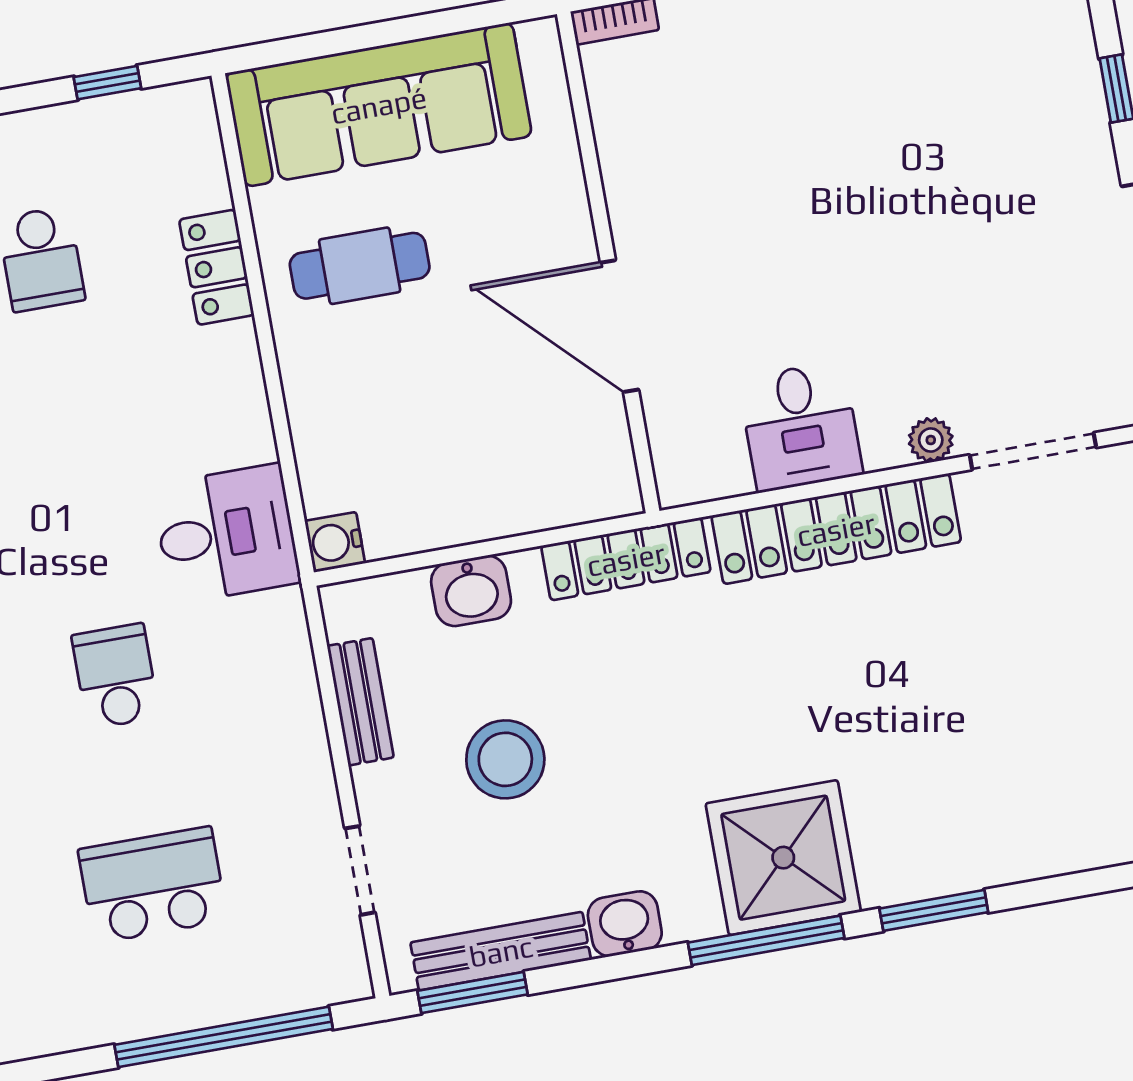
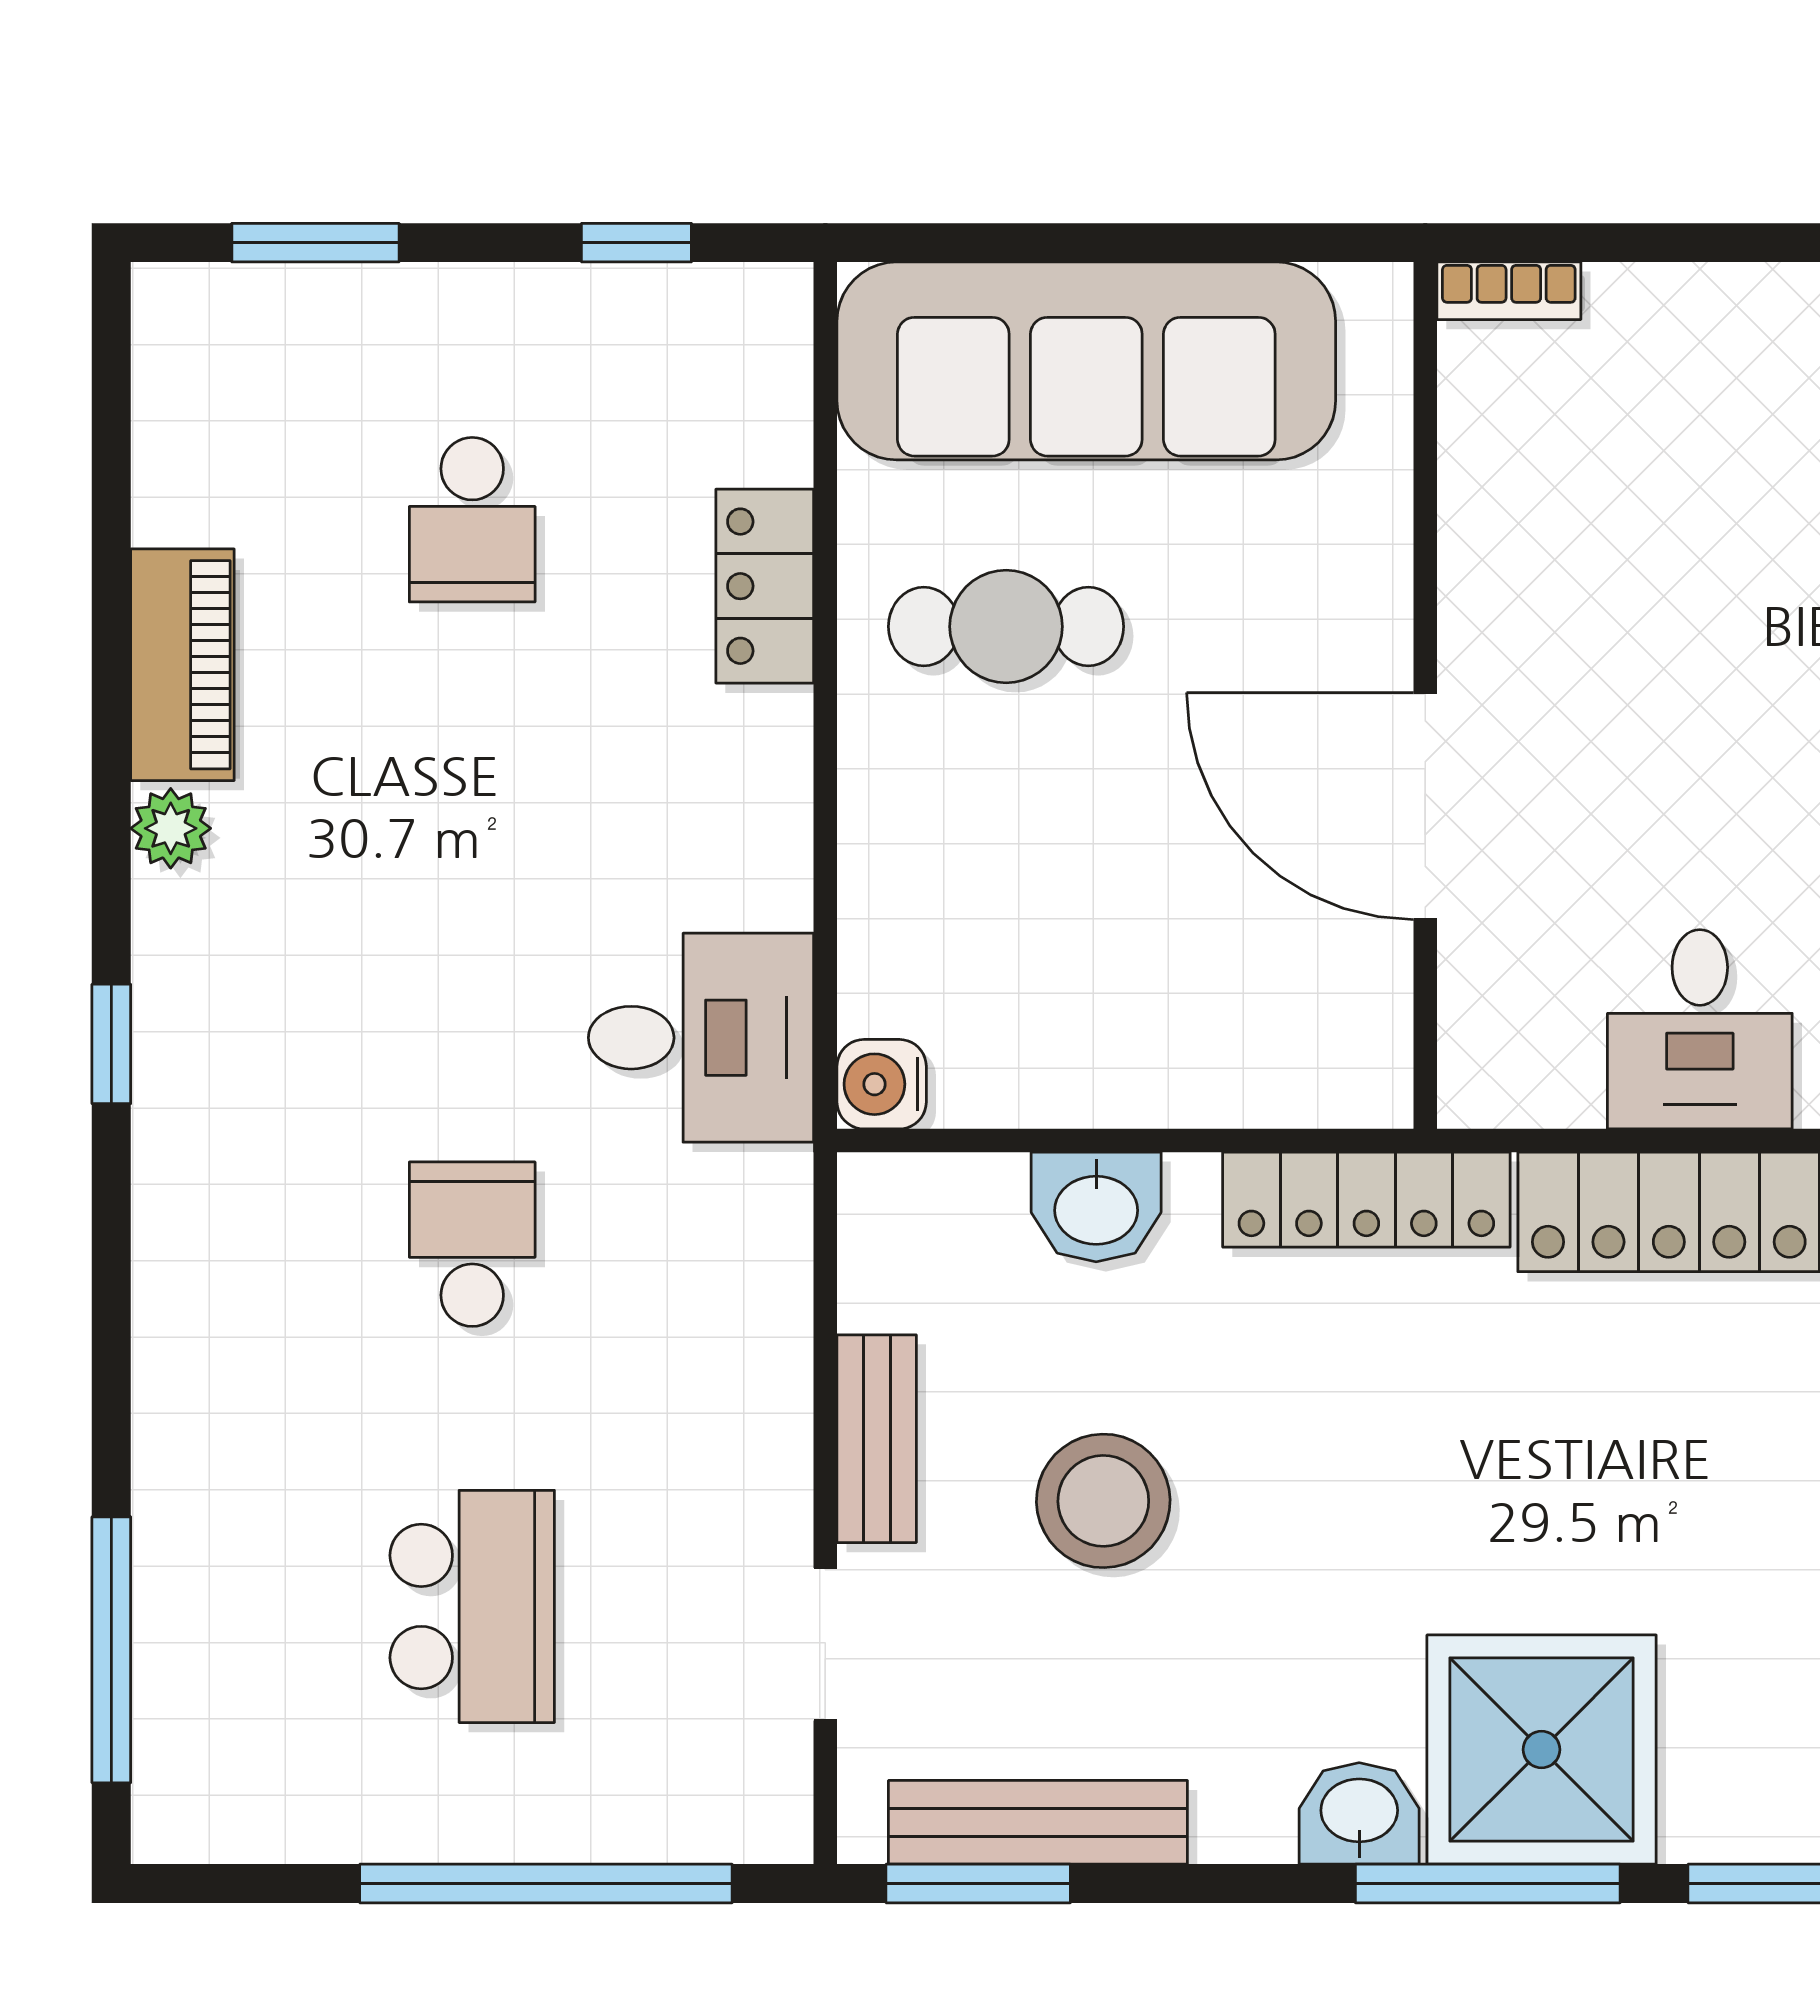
bench: (360, 702) -> (877, 1439), moved
school desk: (153, 885) -> (472, 1606), turned 90
washbasin: (625, 924) -> (1359, 1813), moved

